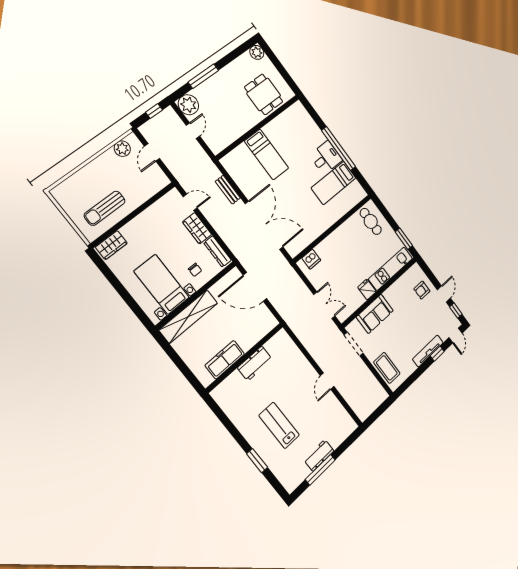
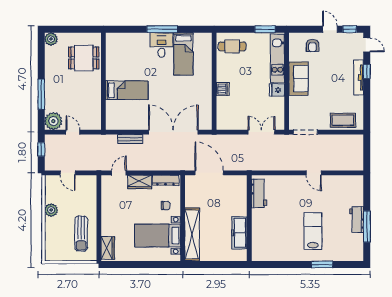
plant: (122, 149) -> (51, 210), moved
window: (339, 149) -> (162, 29), width x0.68
dishwasher: (311, 259) -> (223, 89), moved
door: (255, 287) -> (209, 173), swing flipped
sofa: (375, 314) -> (298, 79), moved
workbench: (255, 363) -> (259, 193), moved
lab bench: (279, 425) -> (313, 231), turned 90

